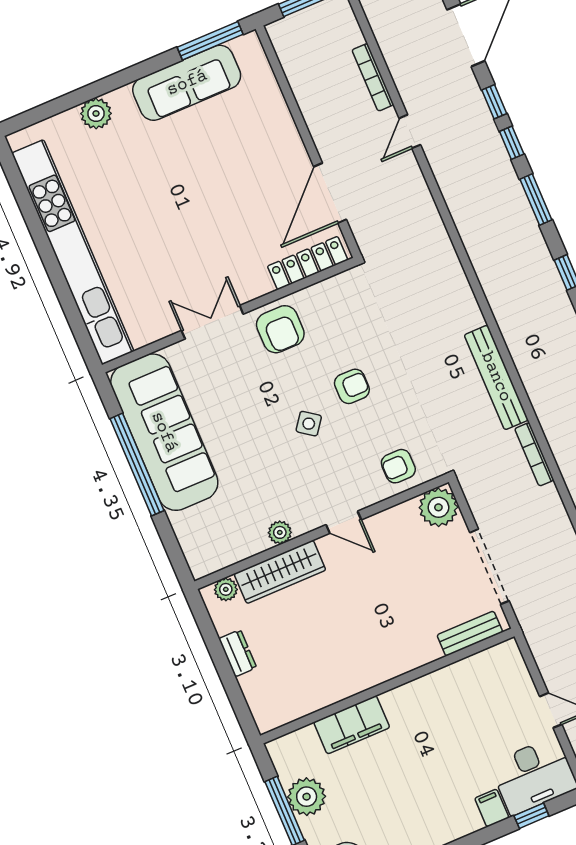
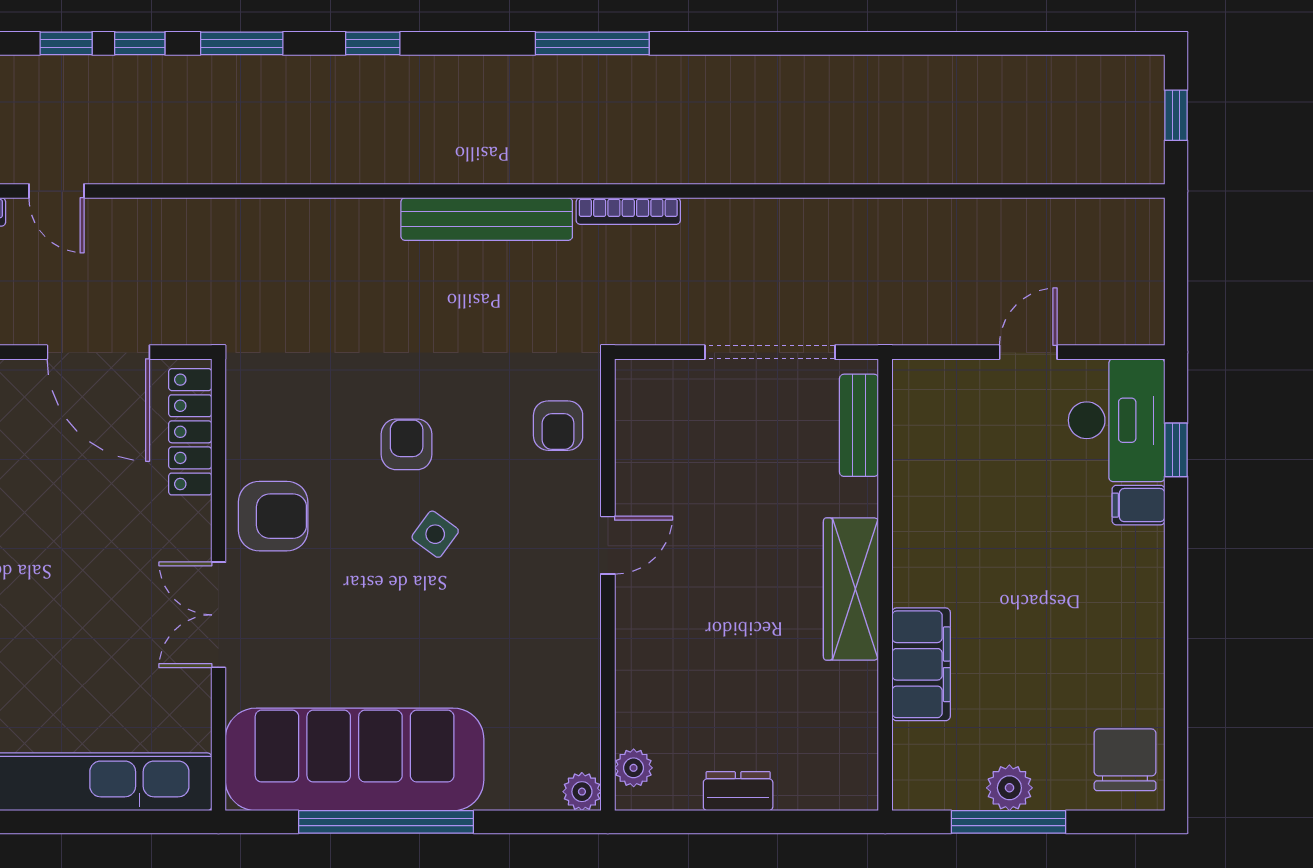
plant: (438, 507) -> (647, 391), removed
plant: (280, 532) -> (582, 792), moved
wardrobe: (280, 572) -> (851, 589), moved, turned 180
plant: (307, 797) -> (1009, 788), width x0.73, depth x0.73

